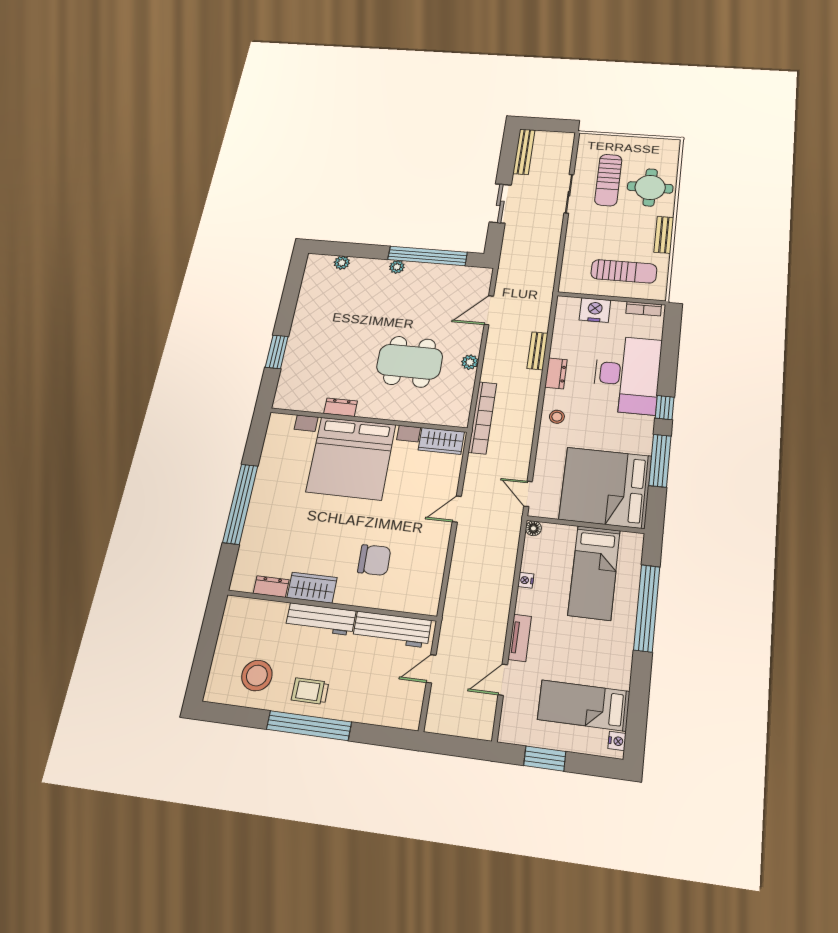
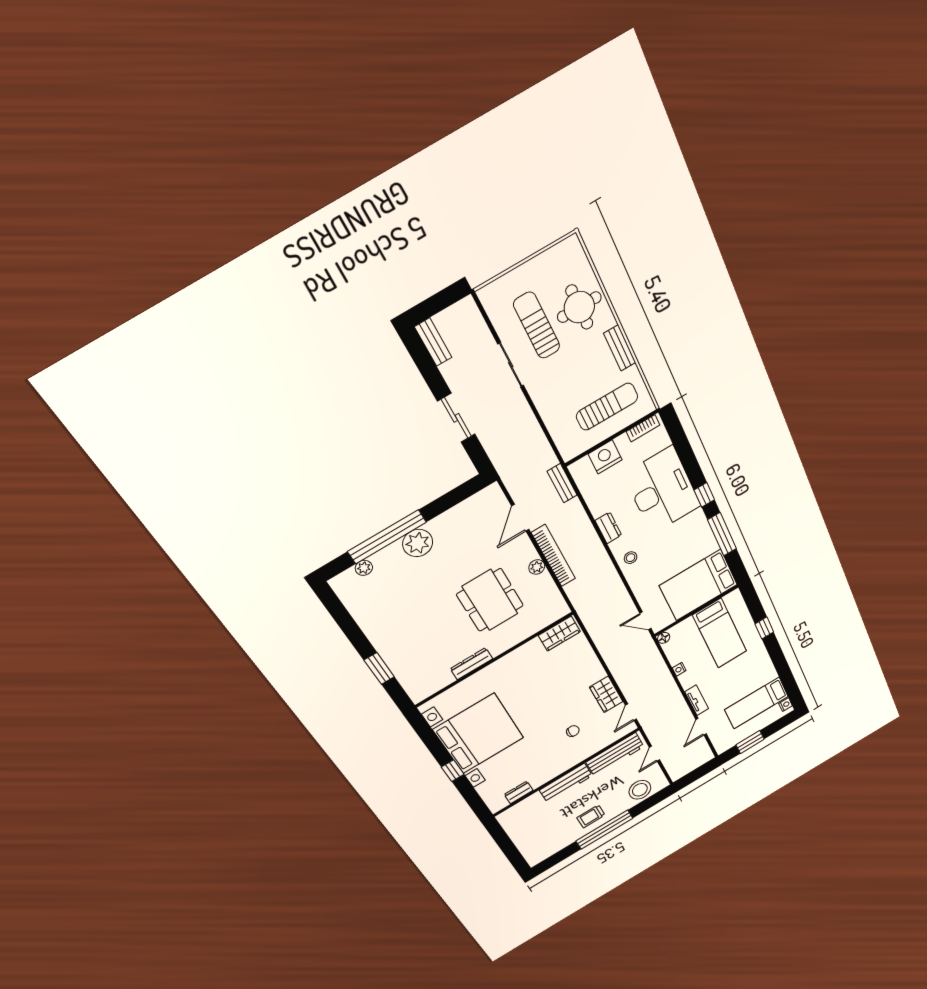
bench: (524, 152) -> (433, 342), width x0.73
sun lounger: (608, 180) -> (537, 325), turned 180
window: (428, 256) -> (387, 537), moved
plant: (397, 267) -> (418, 543), width x1.88, depth x1.88
bench: (537, 351) -> (562, 483), moved
dining table: (410, 362) -> (490, 600), turned 90
dresser: (341, 407) -> (471, 664), width x1.44
bookcase: (483, 418) -> (554, 556), moved
bed with nightstands: (351, 458) -> (479, 734), moved, turned -90
bed: (606, 488) -> (698, 585), width x0.73
window: (240, 504) -> (453, 771), width x0.32
door: (457, 509) -> (631, 712), moved
chair: (374, 560) -> (573, 731), width x0.54, depth x0.54
wardrobe: (312, 588) -> (606, 694), moved, turned -90
window: (647, 608) -> (764, 628), width x0.32
stool: (257, 676) -> (640, 790), moved

